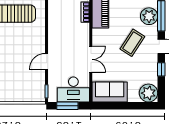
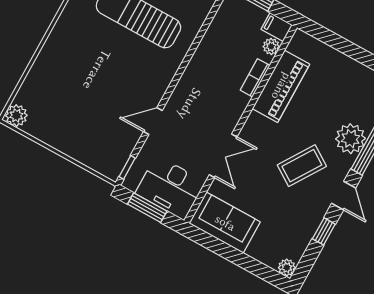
plant: (148, 93) -> (287, 268), width x0.53, depth x0.53

